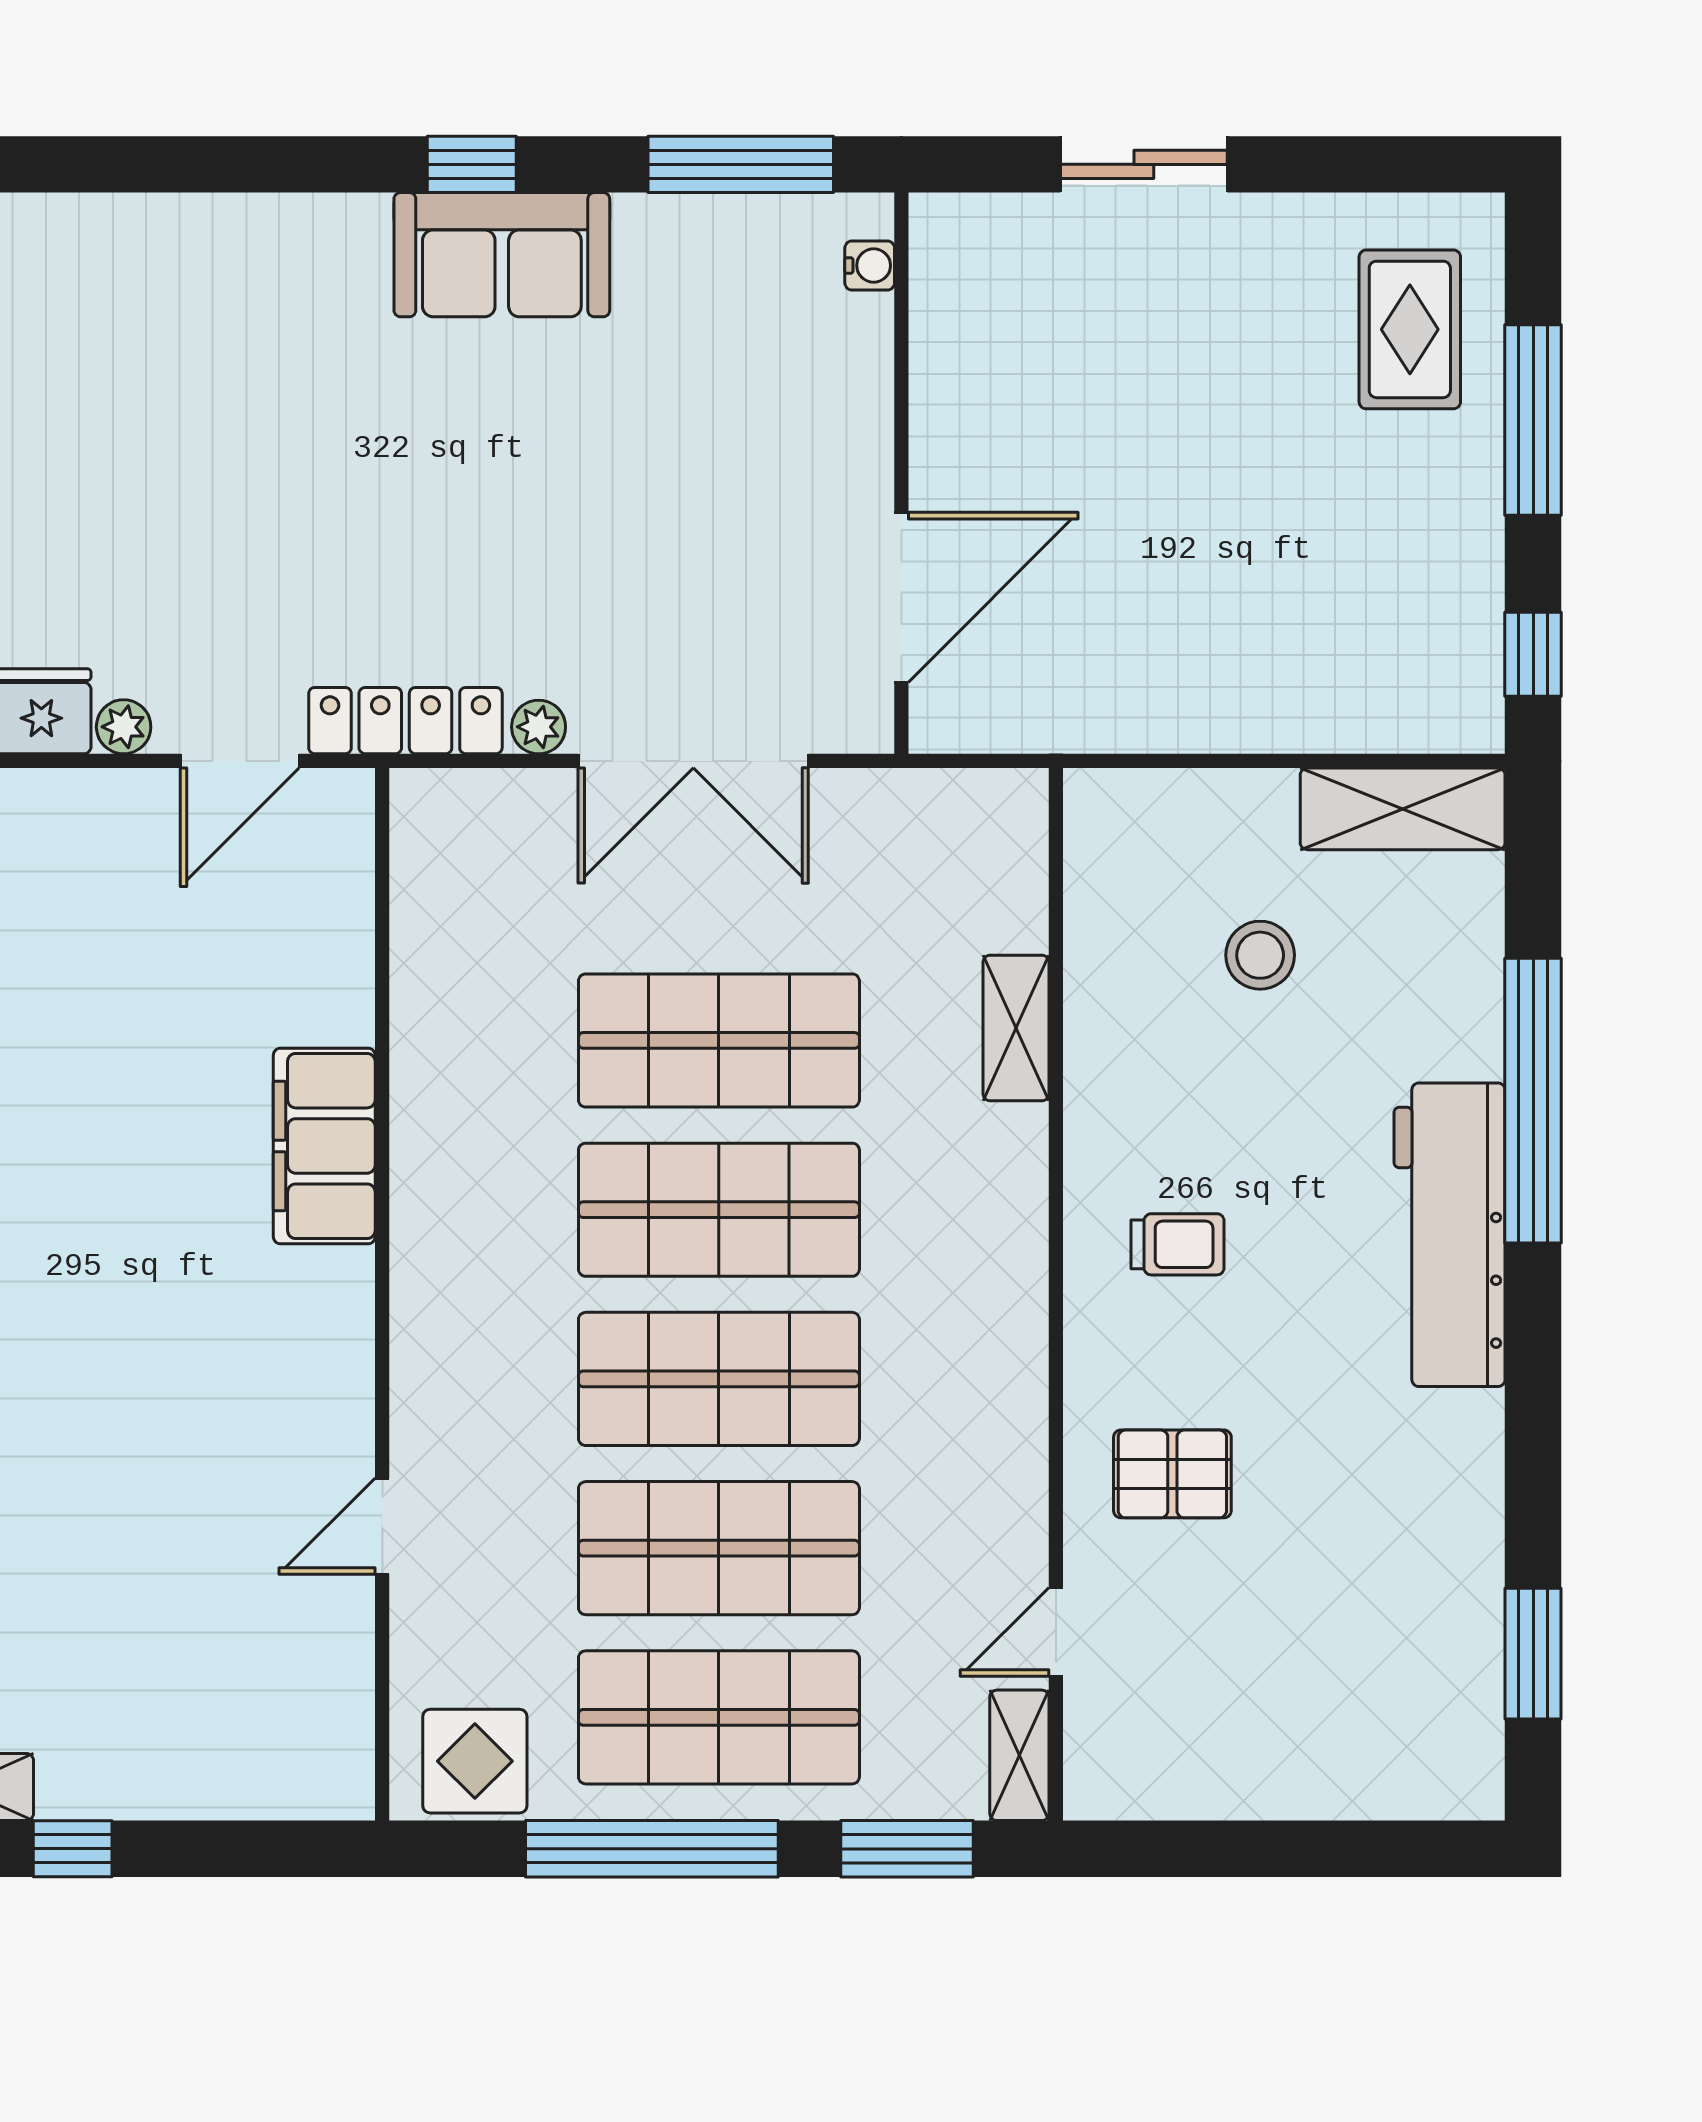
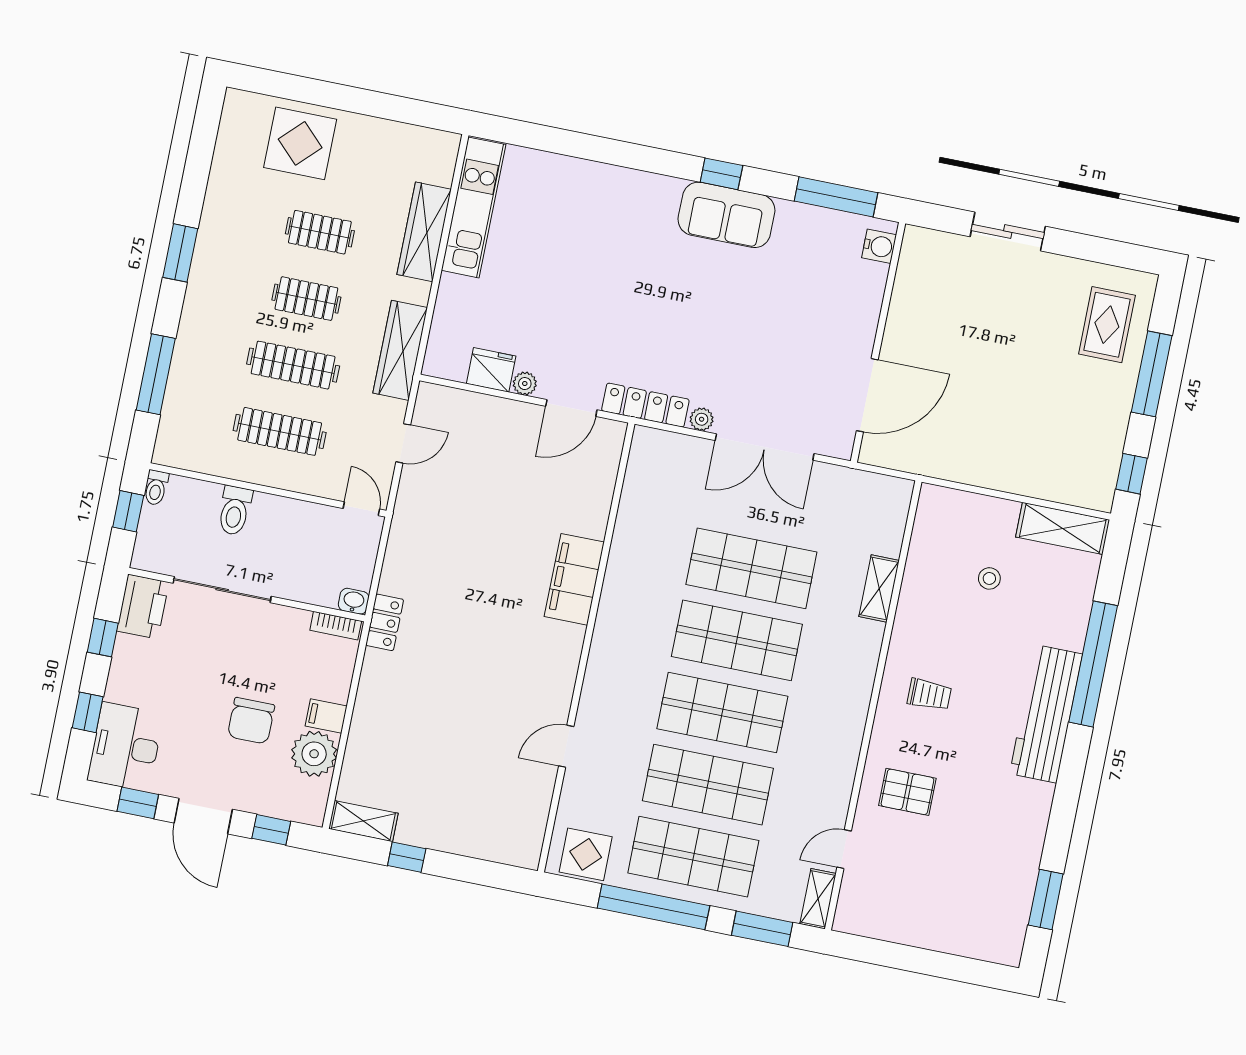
water cooler: (870, 265) -> (879, 246), width x1.38, depth x1.38
stool: (1260, 955) -> (989, 578), width x0.73, depth x0.73

